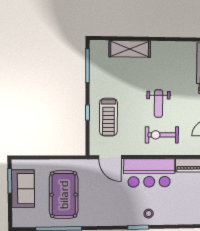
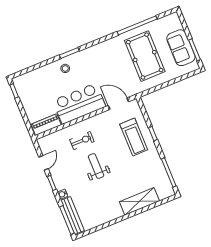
treadmill: (108, 117) -> (134, 137), turned 180
exercise bike: (162, 135) -> (82, 141), width x0.73, depth x0.72

